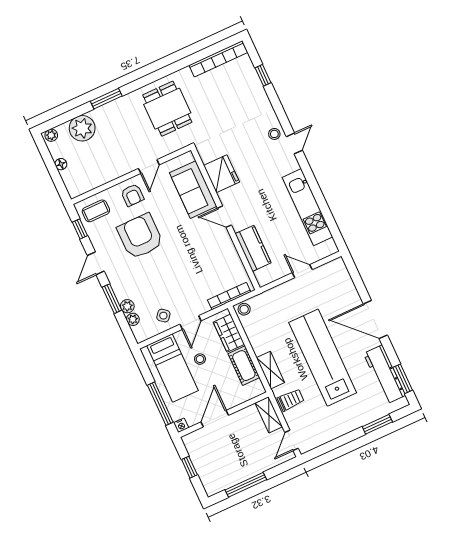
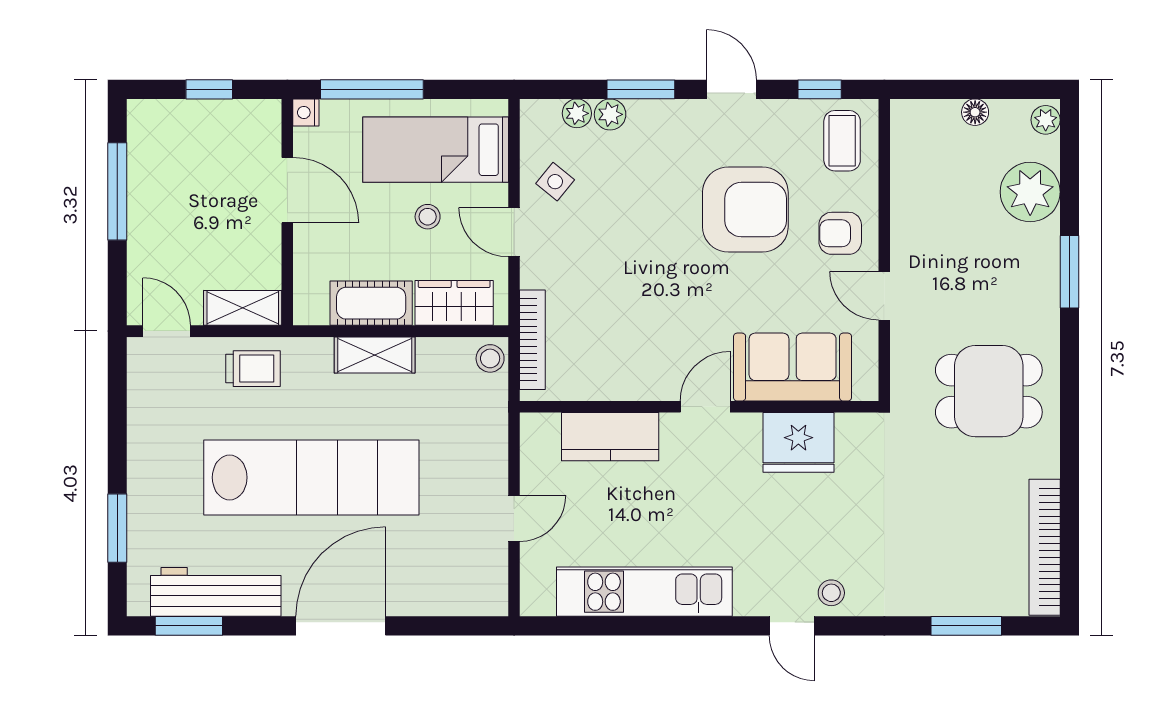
window: (263, 75) -> (966, 626), width x1.50
shelving: (270, 370) -> (375, 355), moved
trolley: (291, 400) -> (253, 369), turned -90

